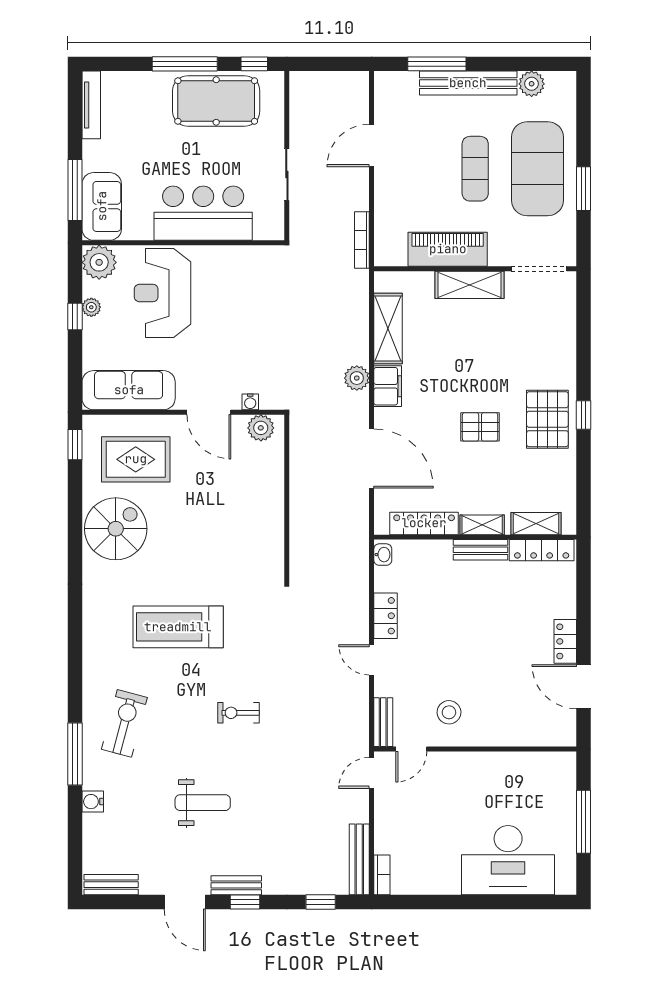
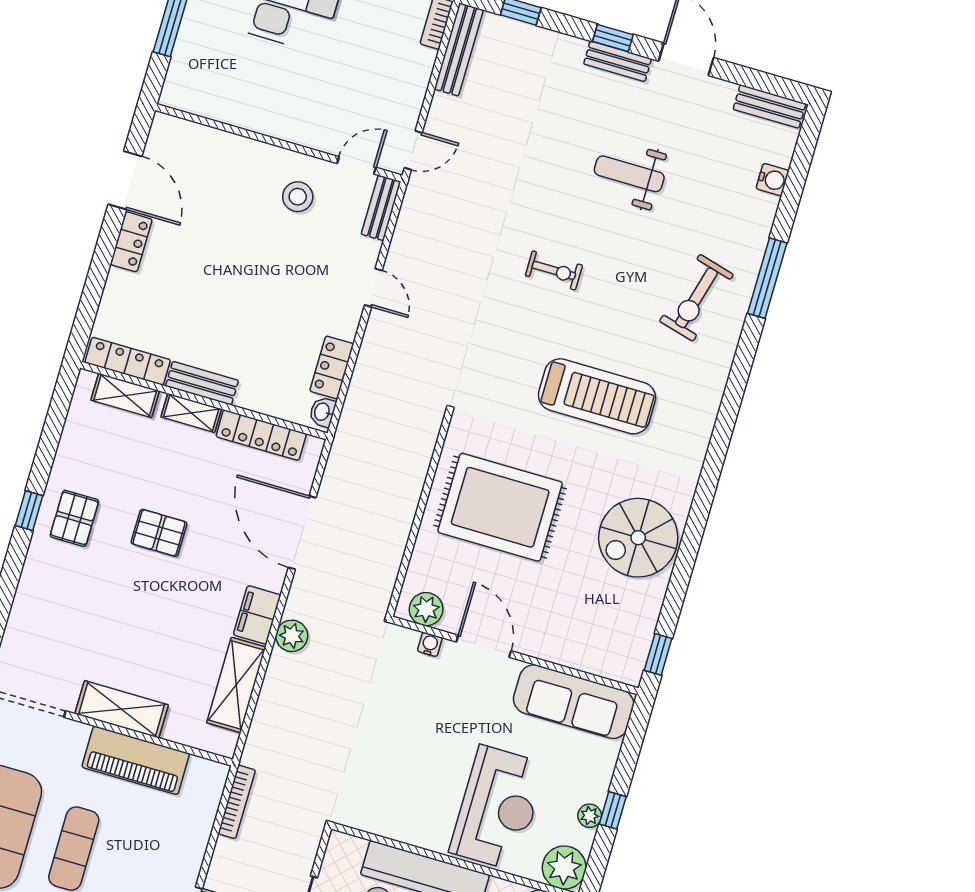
pallet: (547, 419) -> (74, 518), width x0.67, depth x0.71
rug: (136, 459) -> (500, 507), moved, width x1.37, depth x1.44
locker: (386, 616) -> (332, 367), moved
water cooler: (93, 802) -> (773, 180), moved

